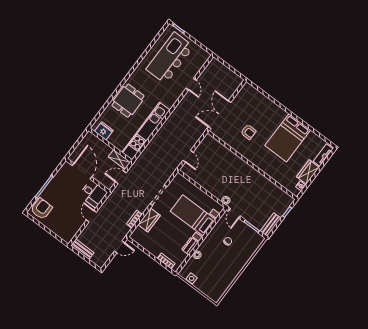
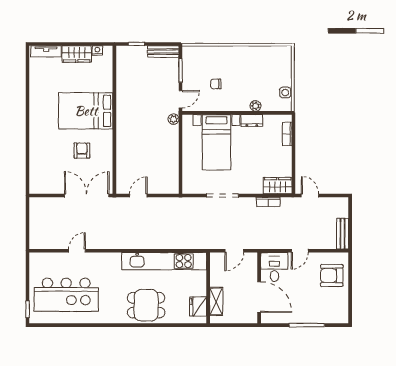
double door: (220, 115) -> (87, 196), swing flipped
bed: (288, 138) -> (86, 111), moved, turned 180
door: (188, 156) -> (138, 196), moved
shelving: (119, 159) -> (216, 302), moved
door: (82, 171) -> (259, 297), swing flipped
door: (121, 177) -> (234, 251), hinge flipped
armchair: (41, 209) -> (332, 275), moved
wardrobe: (149, 220) -> (278, 186), moved

